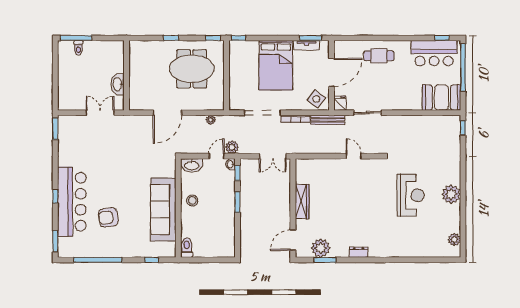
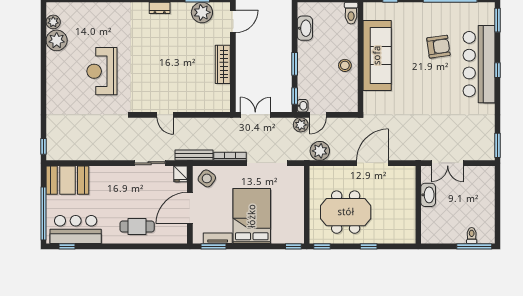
plant: (211, 120) -> (320, 151), width x1.88, depth x1.88
washbasin: (192, 165) -> (305, 28), moved, turned 90
plant: (451, 194) -> (57, 40), moved

